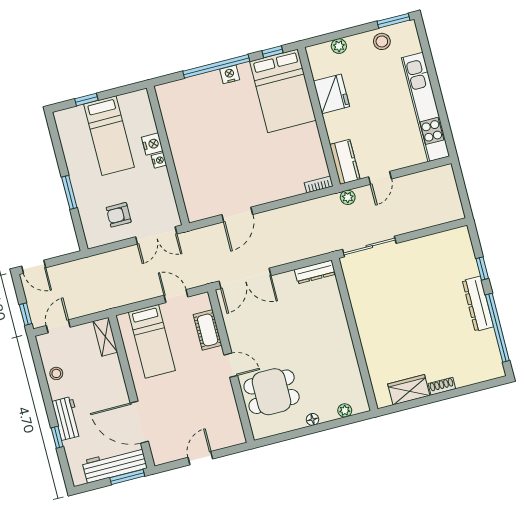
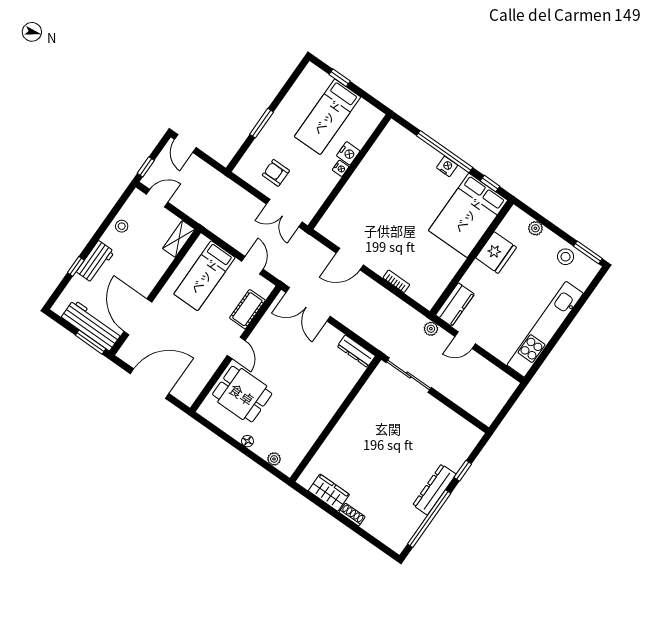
bookcase: (319, 184) -> (396, 281), moved
door: (200, 458) -> (150, 384), width x1.87

